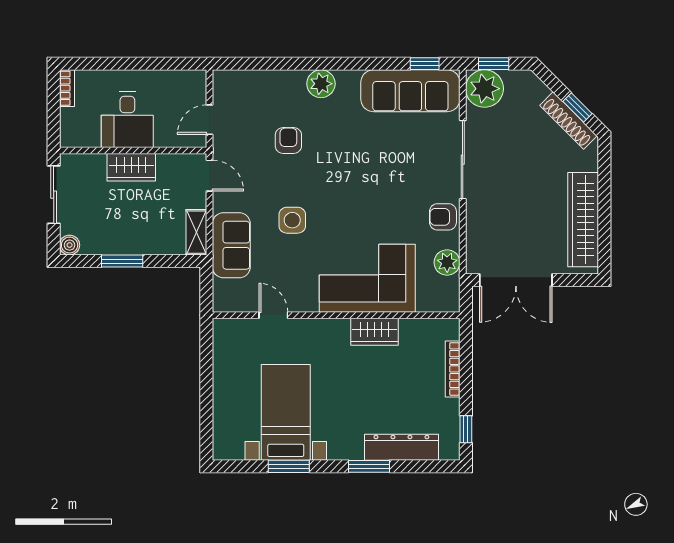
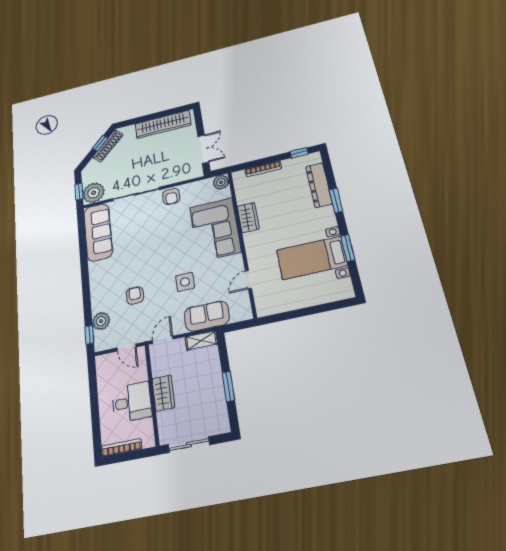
window: (425, 64) -> (89, 335), moved
plant: (321, 84) -> (101, 321), moved
bookcase: (67, 88) -> (121, 447), width x1.56
armchair: (288, 140) -> (135, 295), turned 90
boiler: (70, 245) -> (223, 426), removed
plant: (447, 262) -> (221, 182), moved
double door: (516, 280) -> (203, 149), width x0.73

